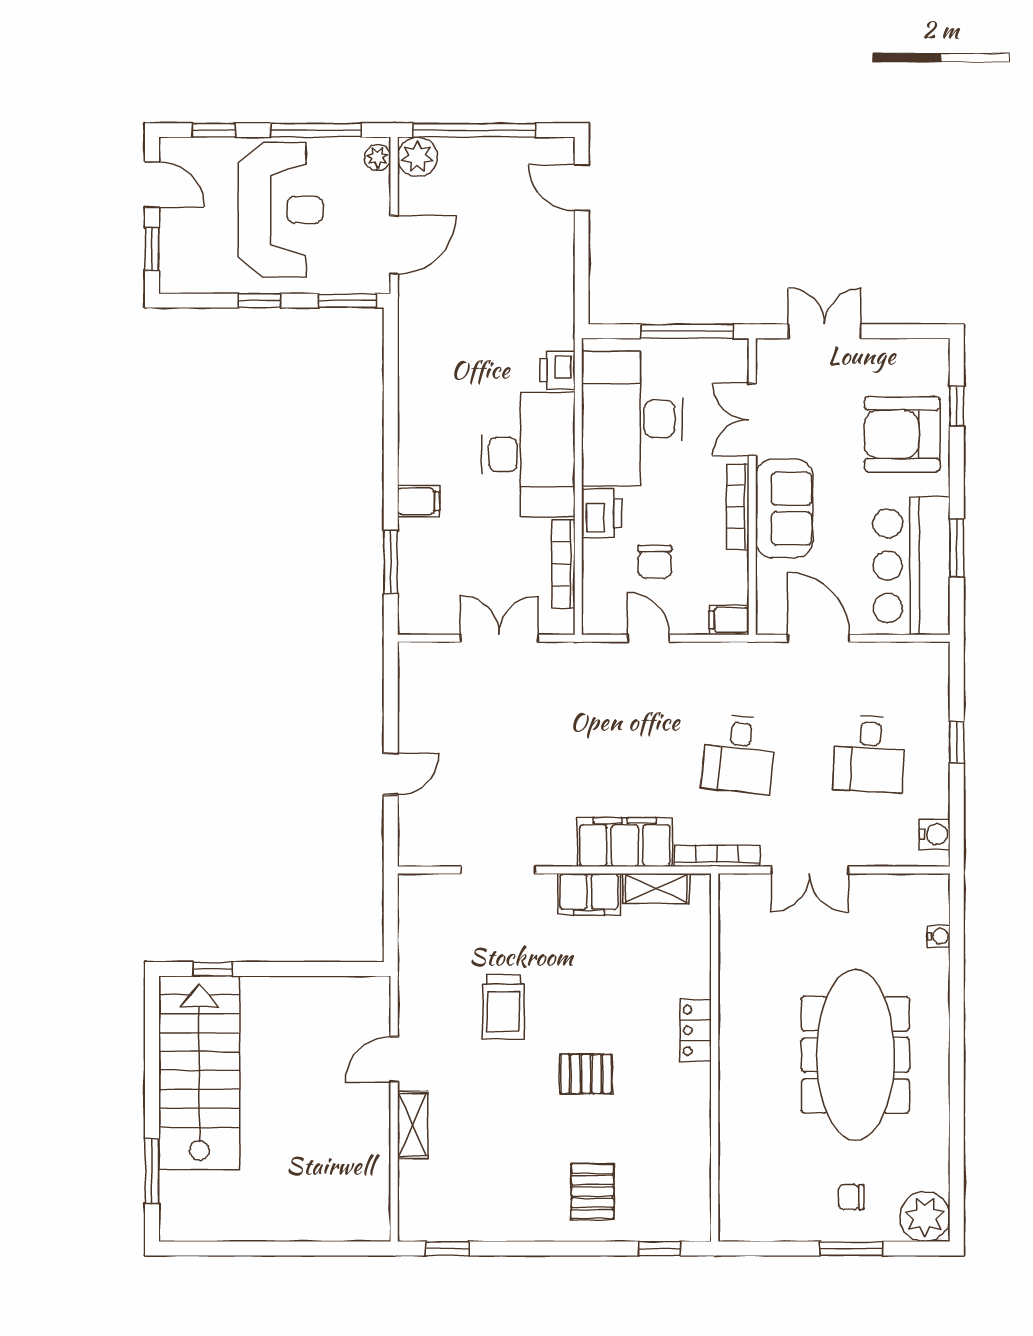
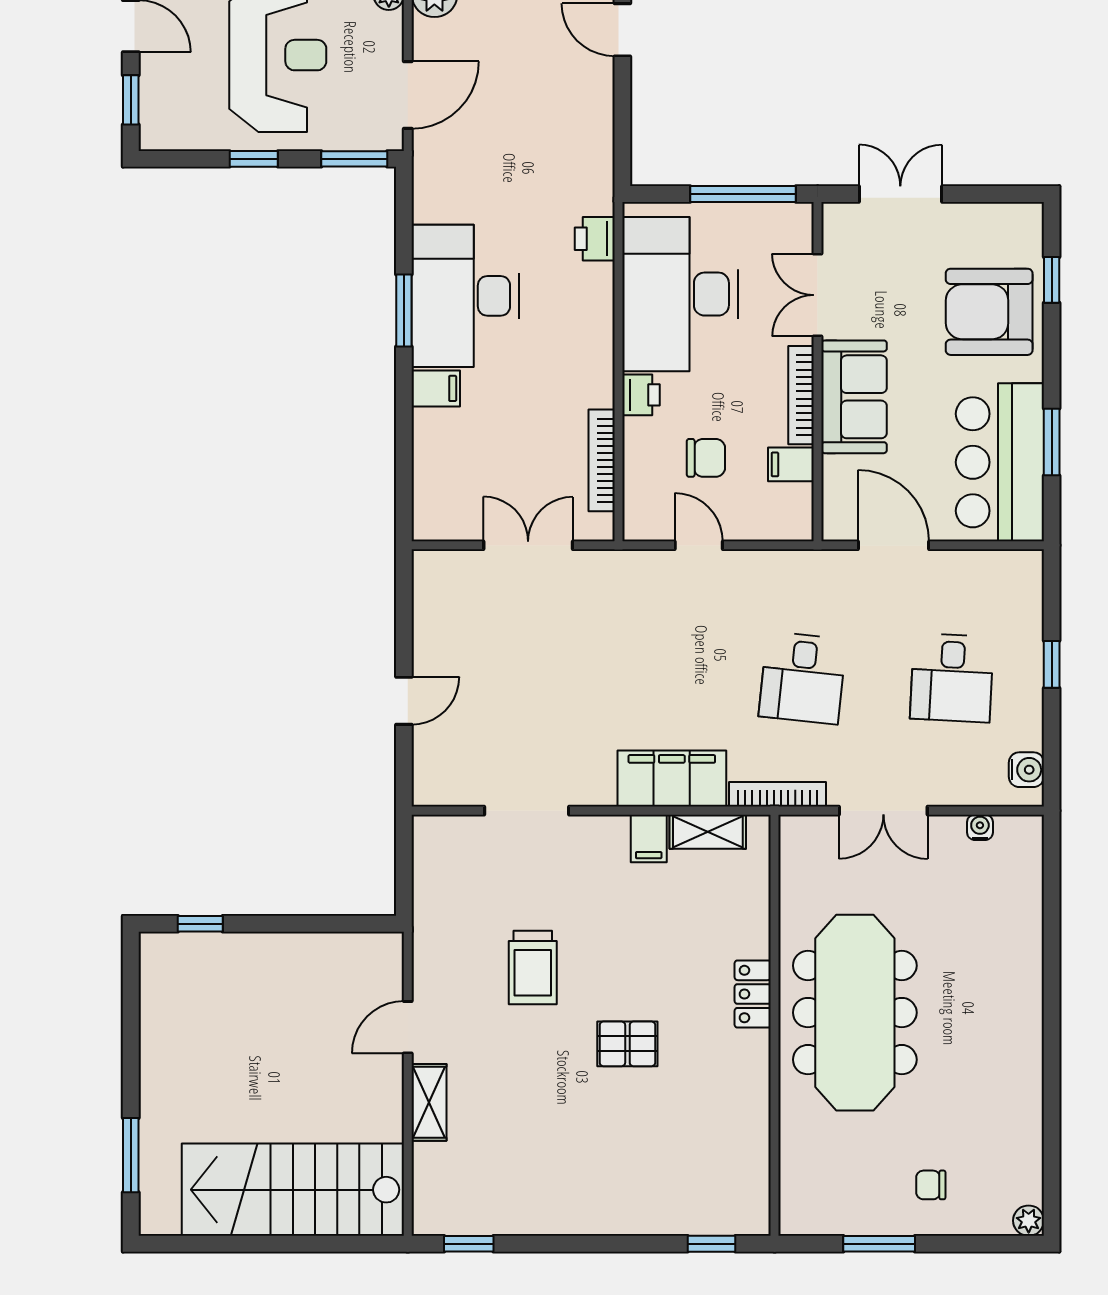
desk: (528, 454) -> (465, 296), moved, turned 180
printer: (602, 513) -> (641, 395), width x0.73, depth x0.81
window: (391, 562) -> (404, 310), moved
chair: (655, 562) -> (706, 458), turned -90
filing cabinet: (729, 620) -> (791, 464), moved
filing cabinet: (589, 894) -> (649, 838), width x0.50
water cooler: (939, 936) -> (980, 827), moved, turned -90
meeting table: (855, 1055) -> (855, 1013), moved
stairs: (199, 1073) -> (293, 1190), moved, turned -90
pallet: (592, 1192) -> (635, 1178), removed
plant: (925, 1217) -> (1029, 1221), width x0.53, depth x0.53
window: (851, 1249) -> (879, 1244), moved

